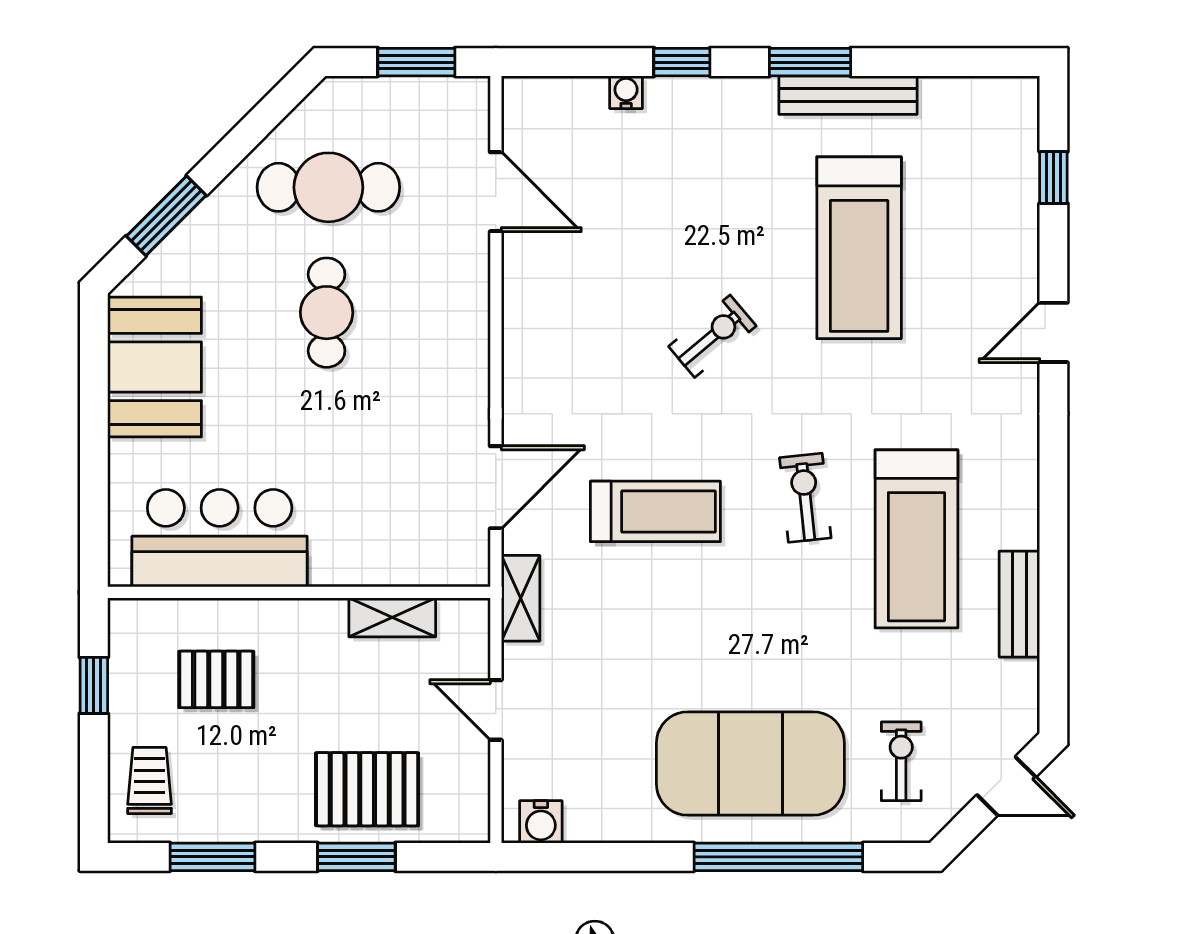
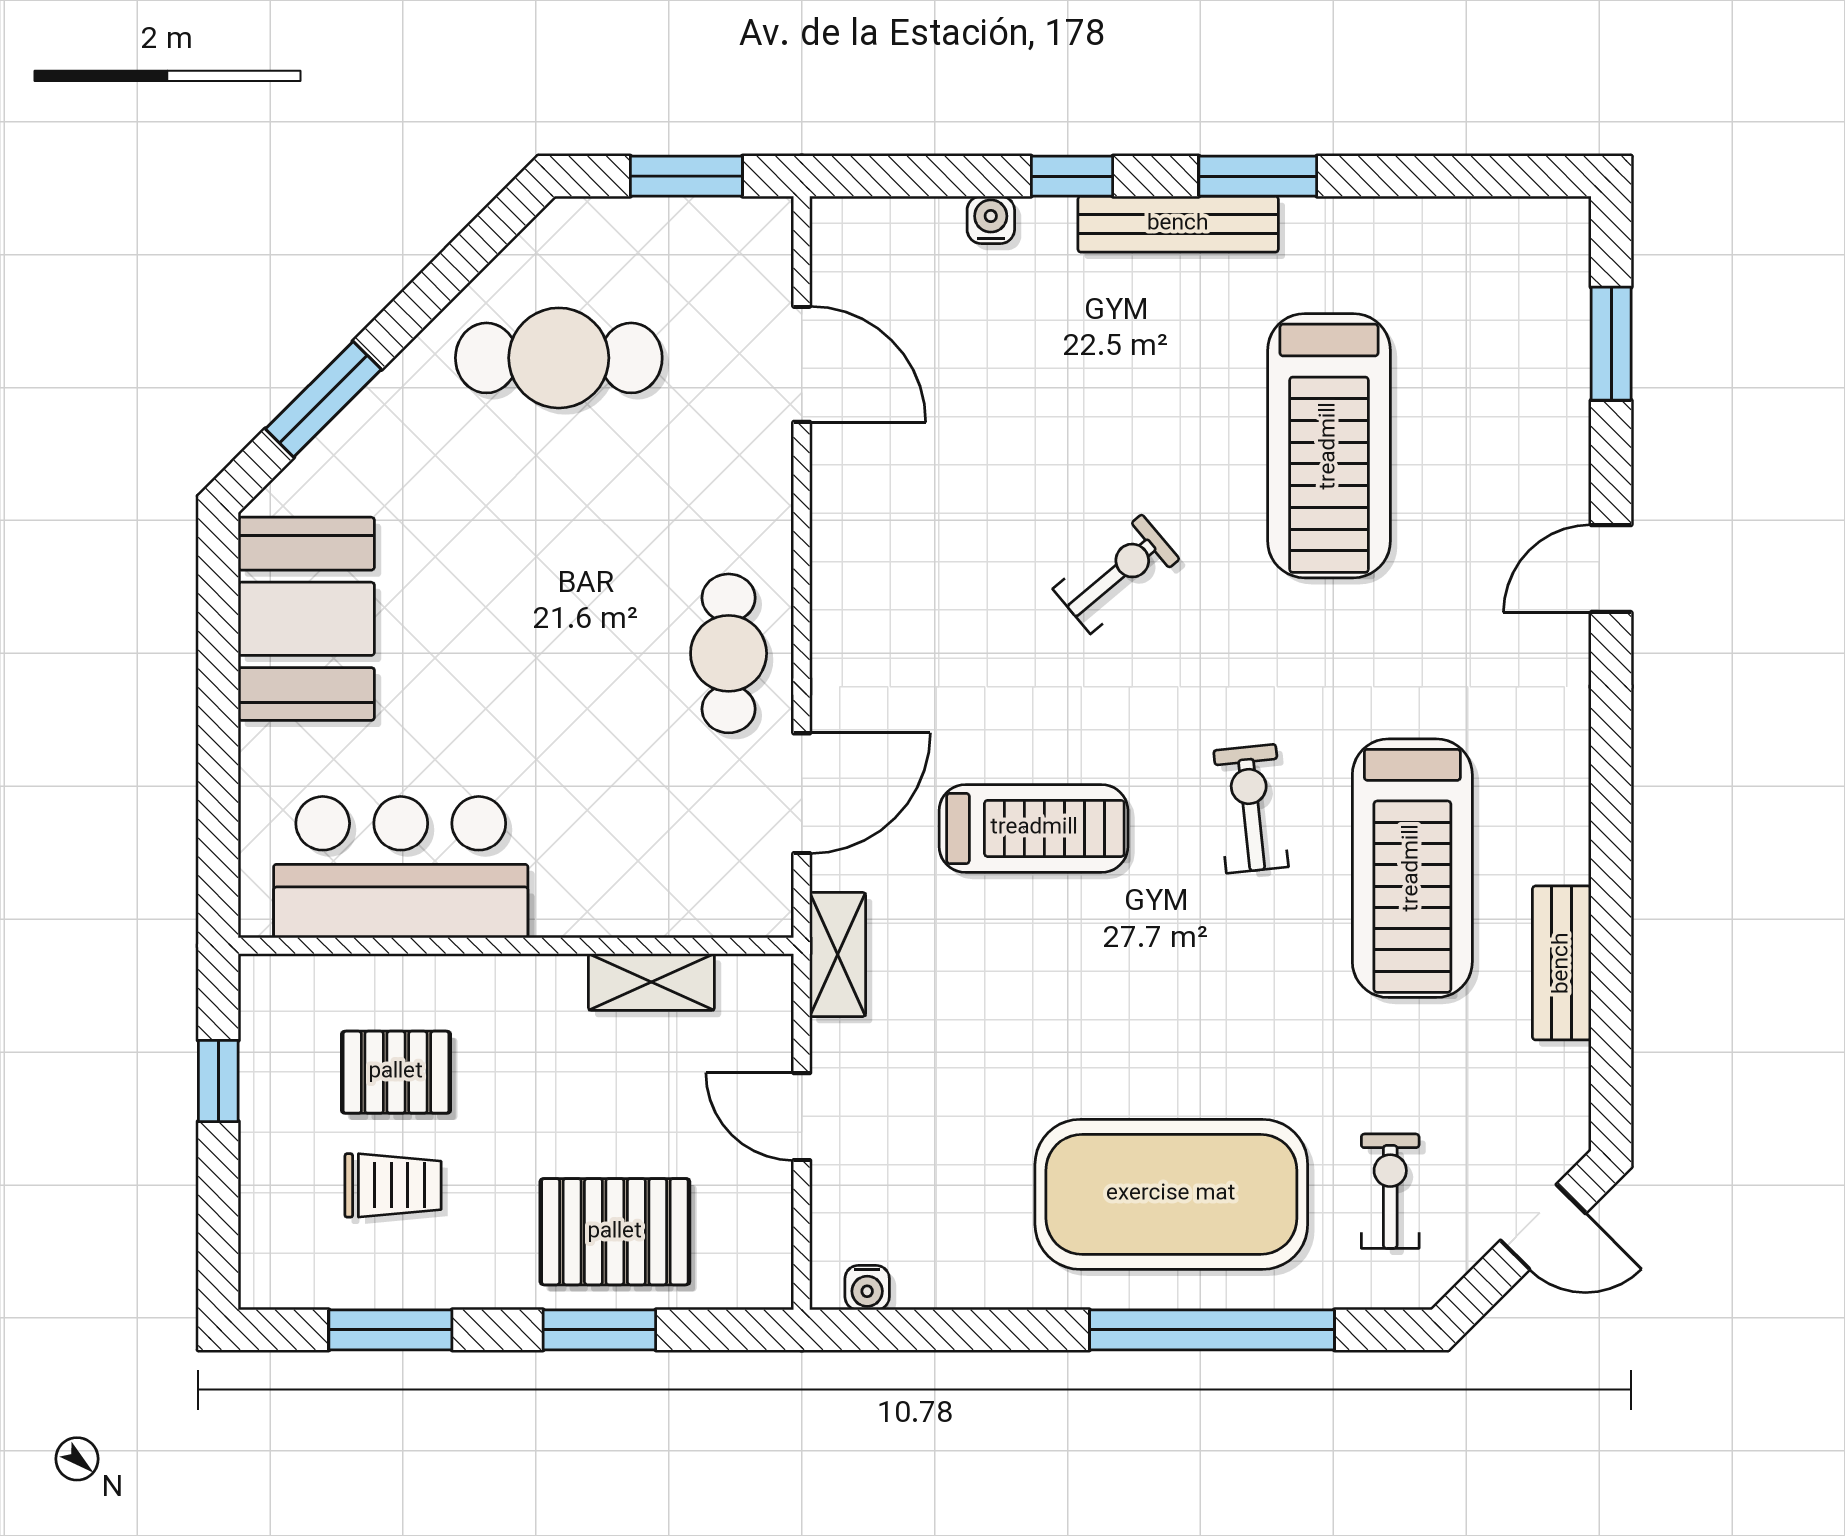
bench: (848, 95) -> (1178, 224), moved
window: (1053, 178) -> (1611, 344), width x1.50
cafe table: (327, 313) -> (729, 653), moved
trolley: (149, 781) -> (393, 1185), moved, turned 90
water cooler: (541, 822) -> (867, 1288), width x0.72, depth x0.72

